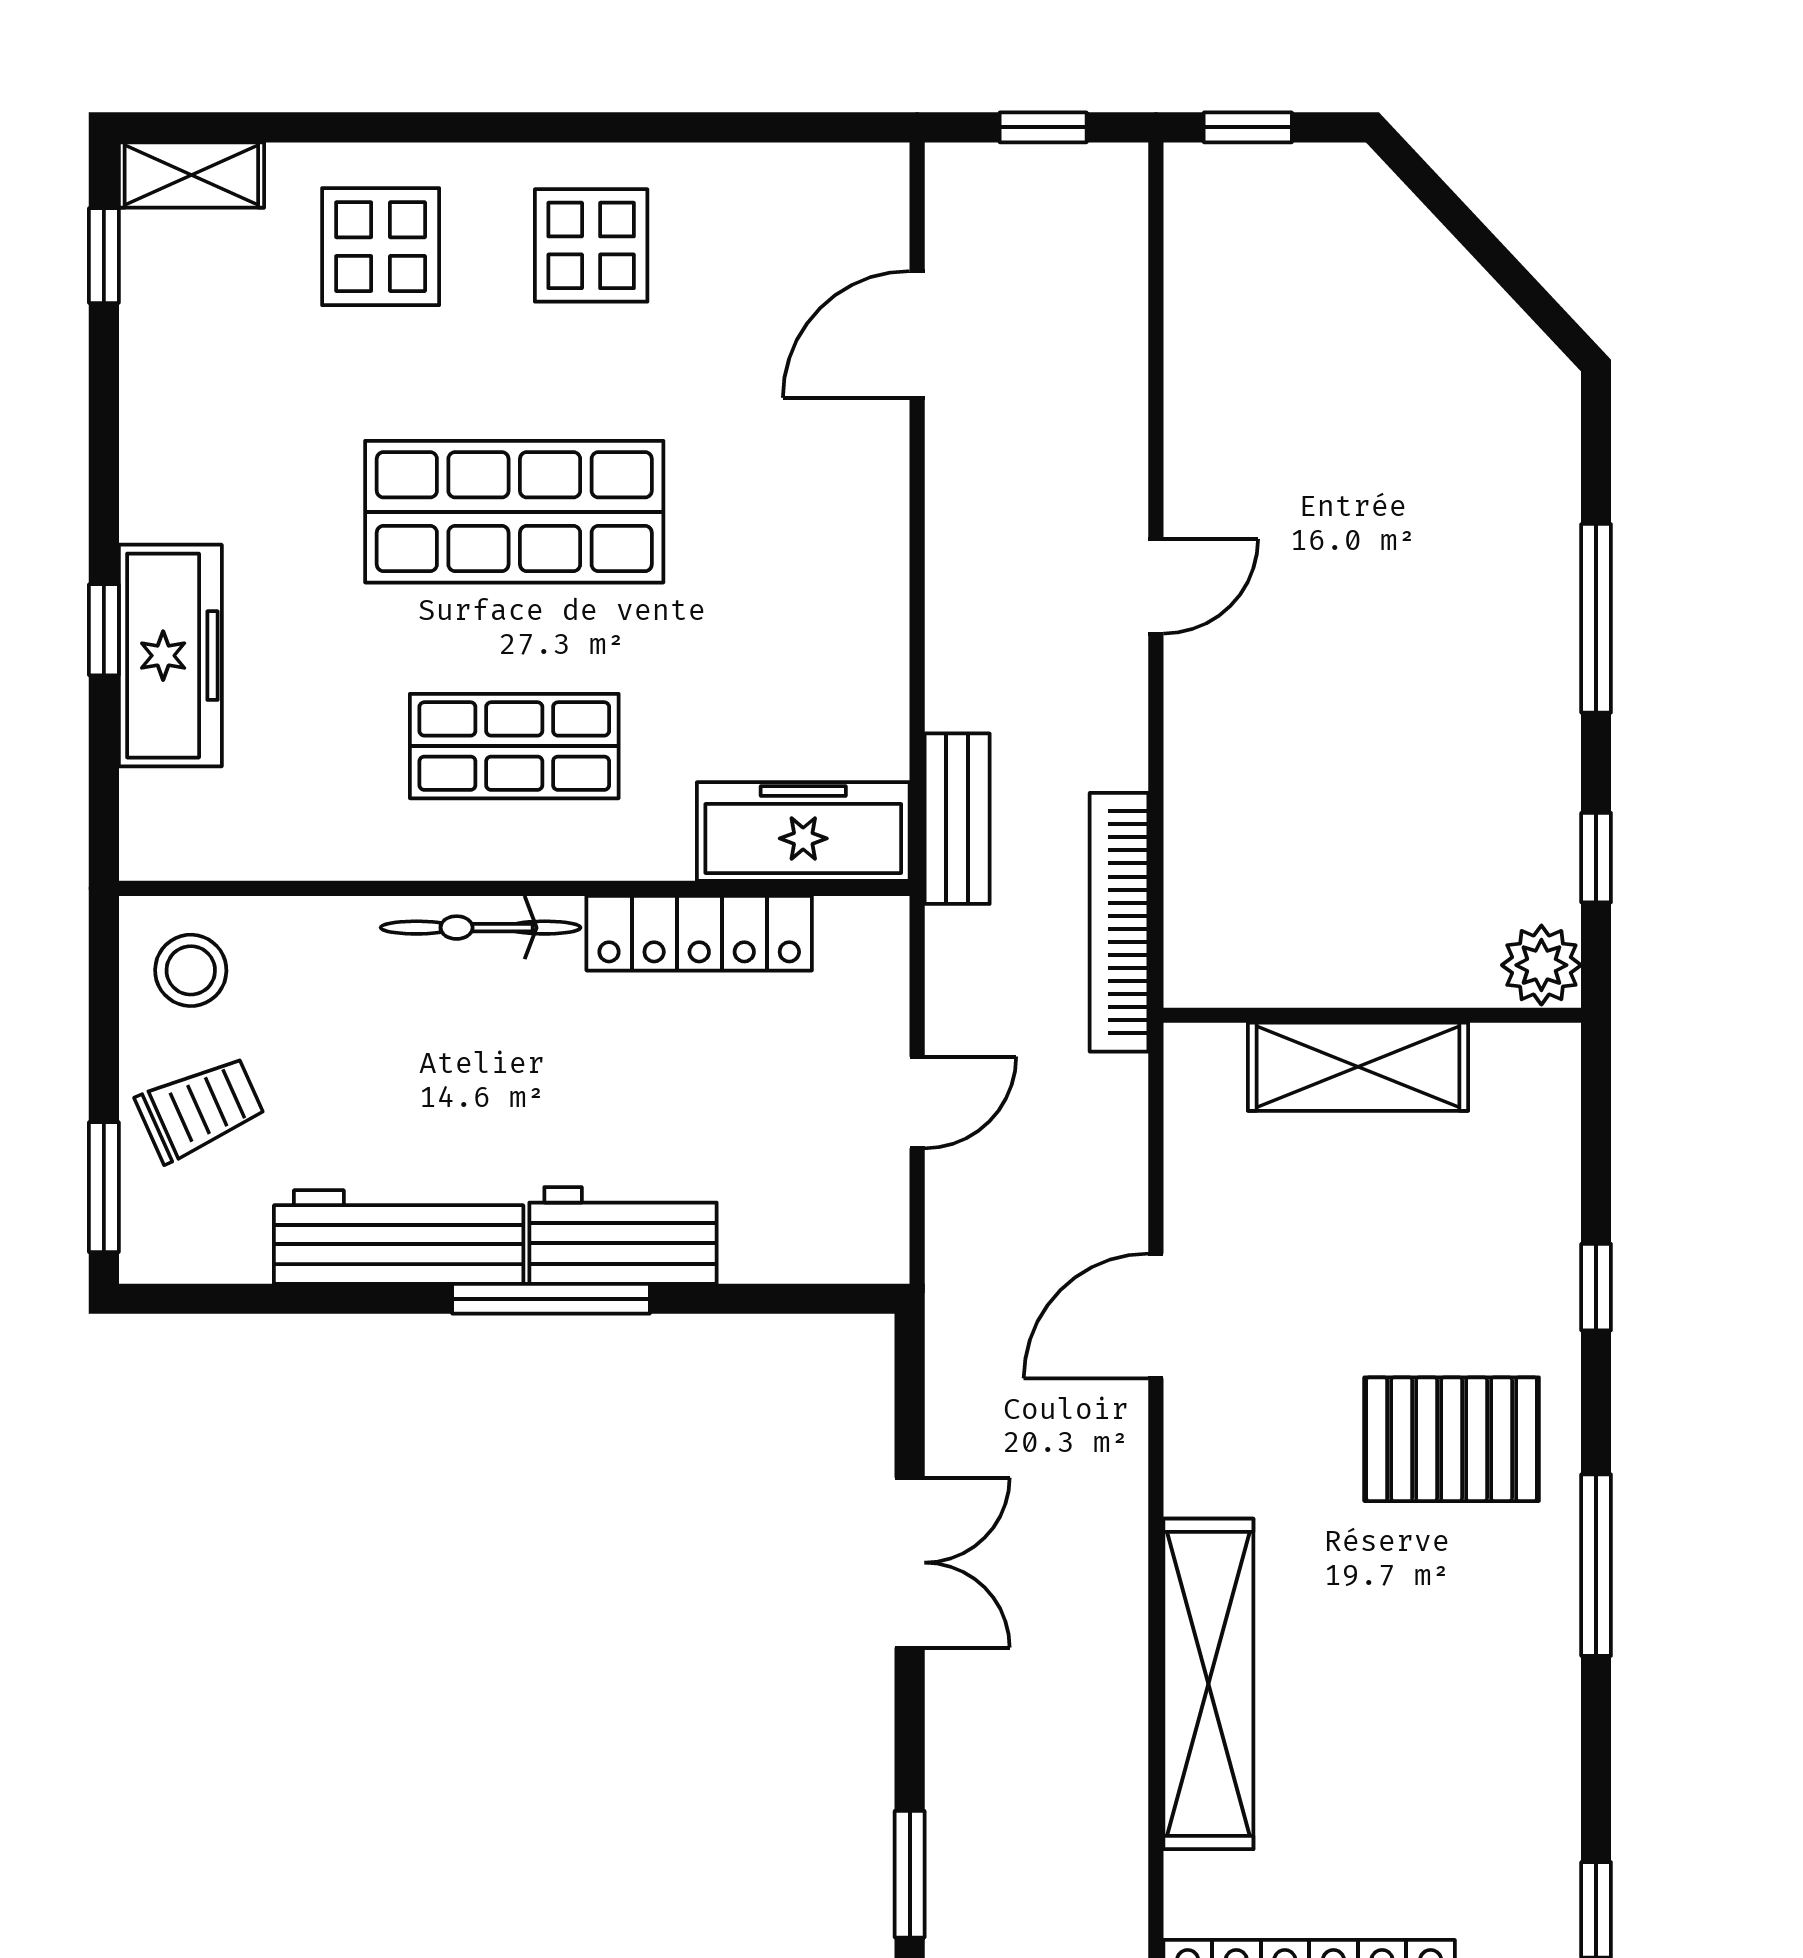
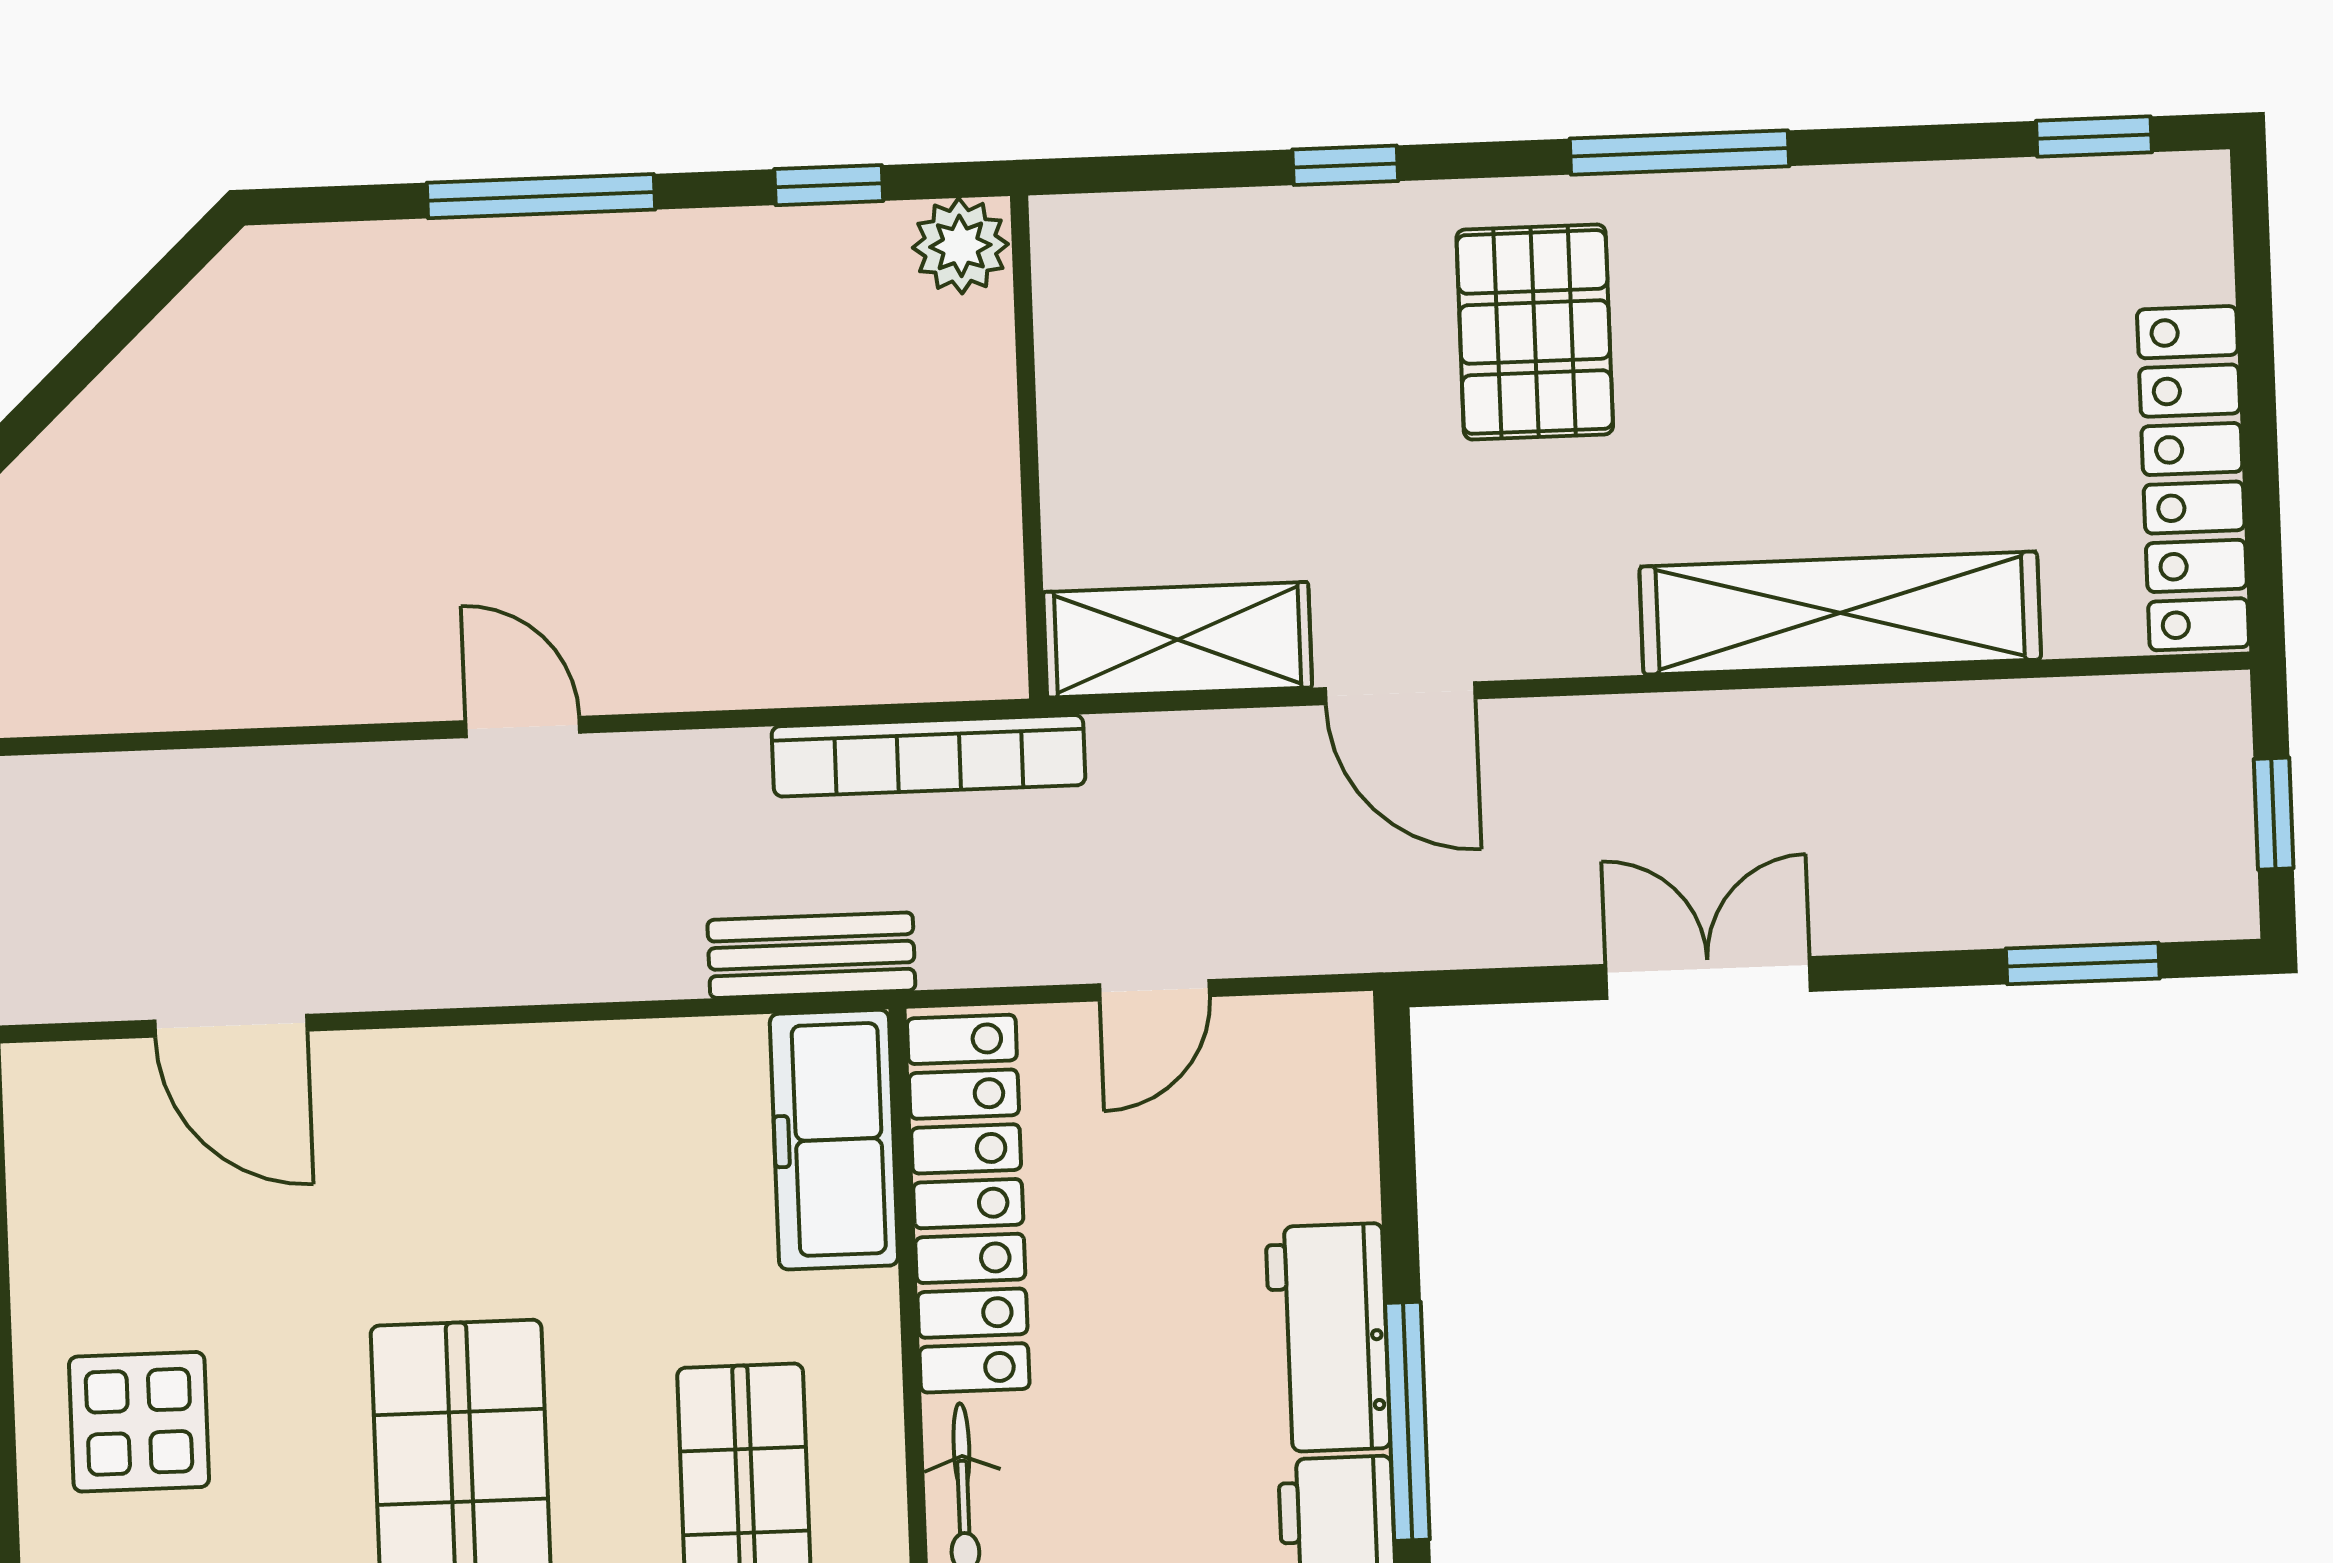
locker: (699, 933) -> (968, 1204), width x1.41, depth x1.21
shelving: (1358, 1067) -> (1178, 640), moved, turned 90
door: (917, 1102) -> (1154, 990), swing flipped

